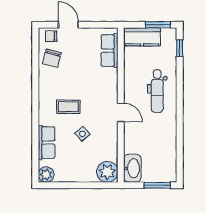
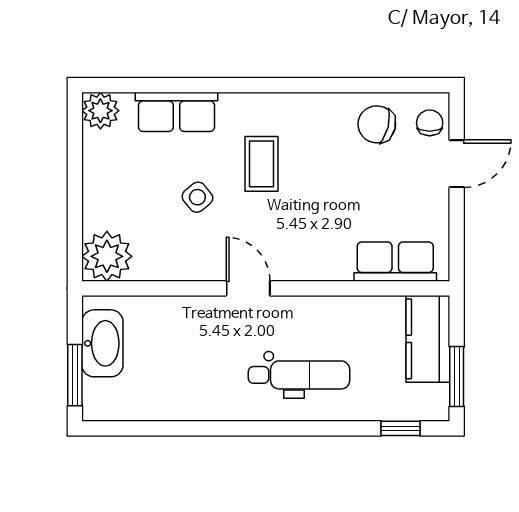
dental chair: (157, 91) -> (299, 375), turned 180
door: (121, 112) -> (248, 288), swing flipped
washbasin: (132, 168) -> (102, 343), moved, turned -90

